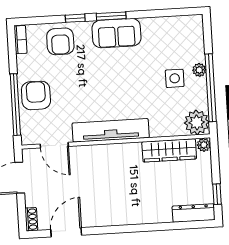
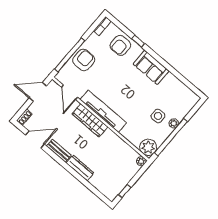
window: (111, 16) -> (156, 57), removed
wardrobe: (169, 150) -> (90, 120), moved
dresser: (194, 213) -> (80, 168), moved
bench: (104, 219) -> (59, 151), added

